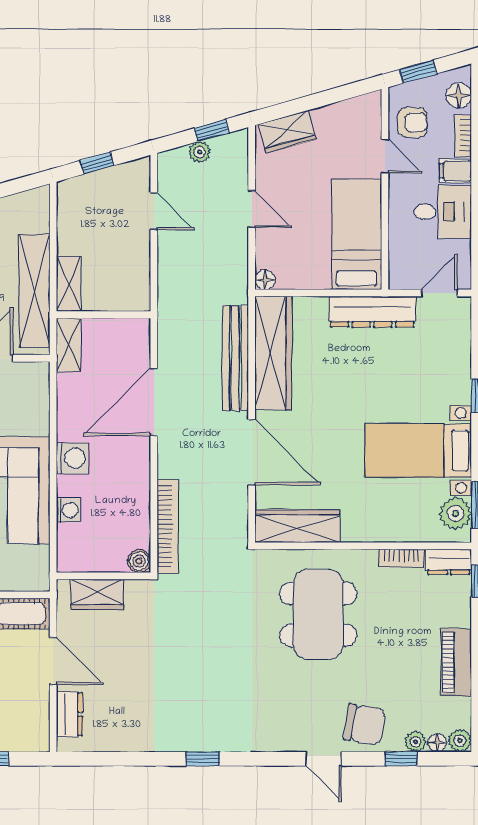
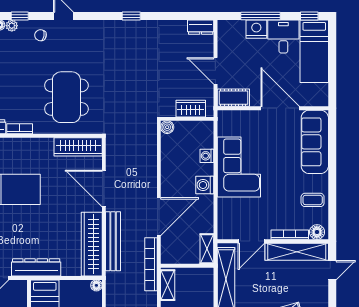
shelving: (69, 284) -> (168, 285), moved
bookcase: (168, 526) -> (151, 264), moved
dresser: (69, 714) -> (201, 27), moved, turned -90
chair: (364, 725) -> (40, 35), width x0.54, depth x0.54

